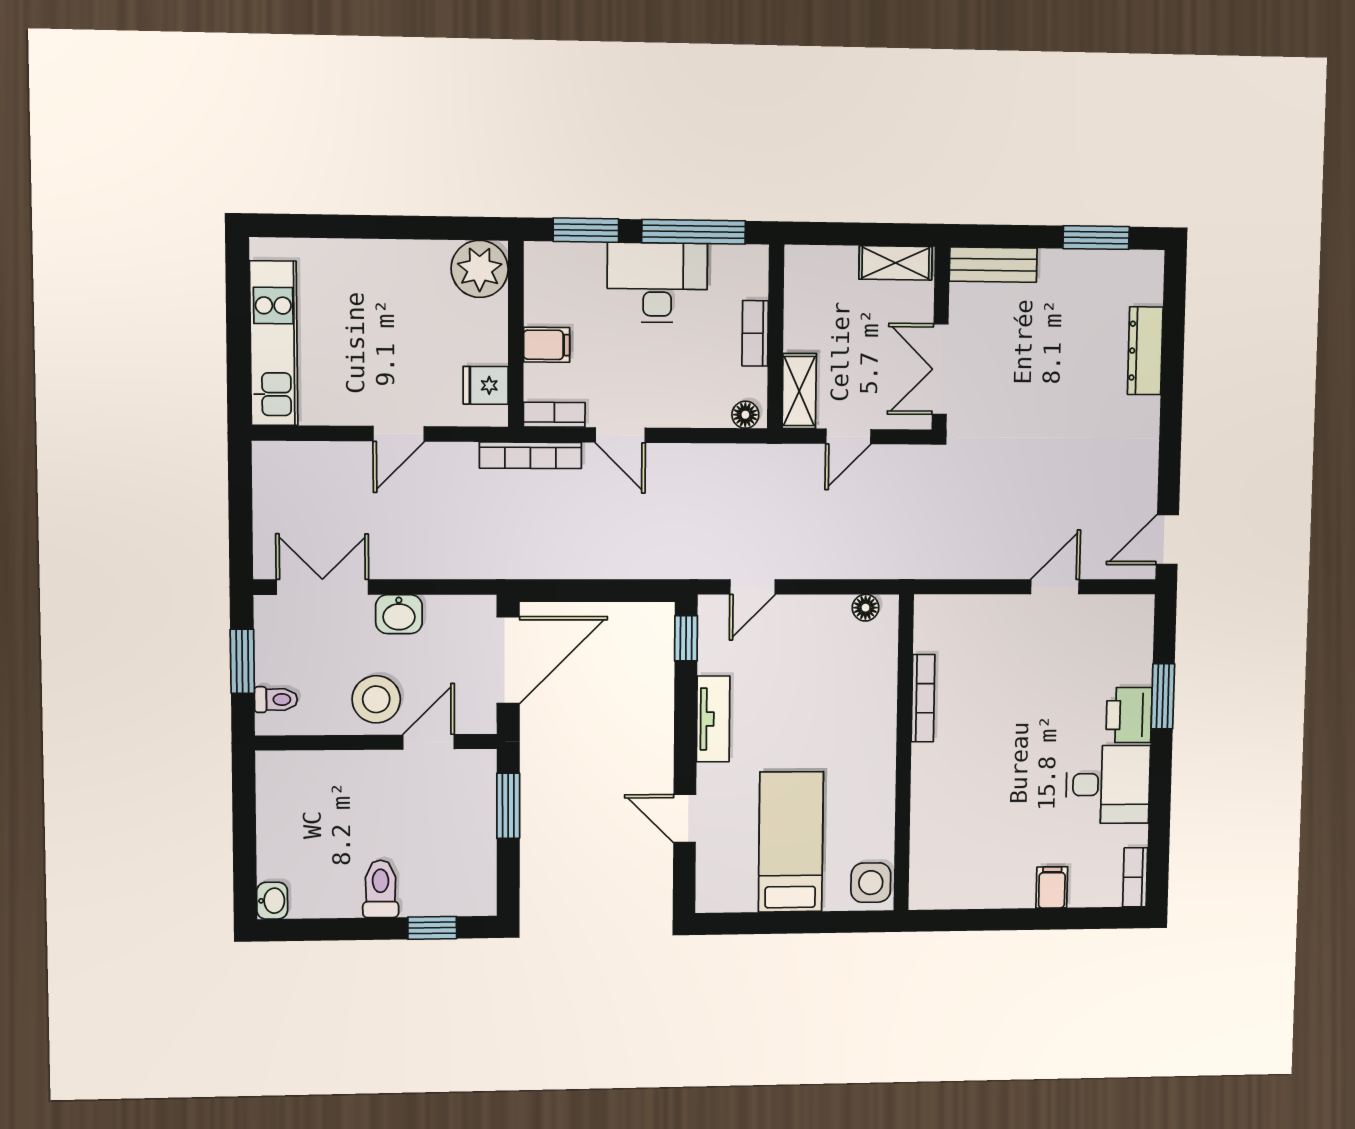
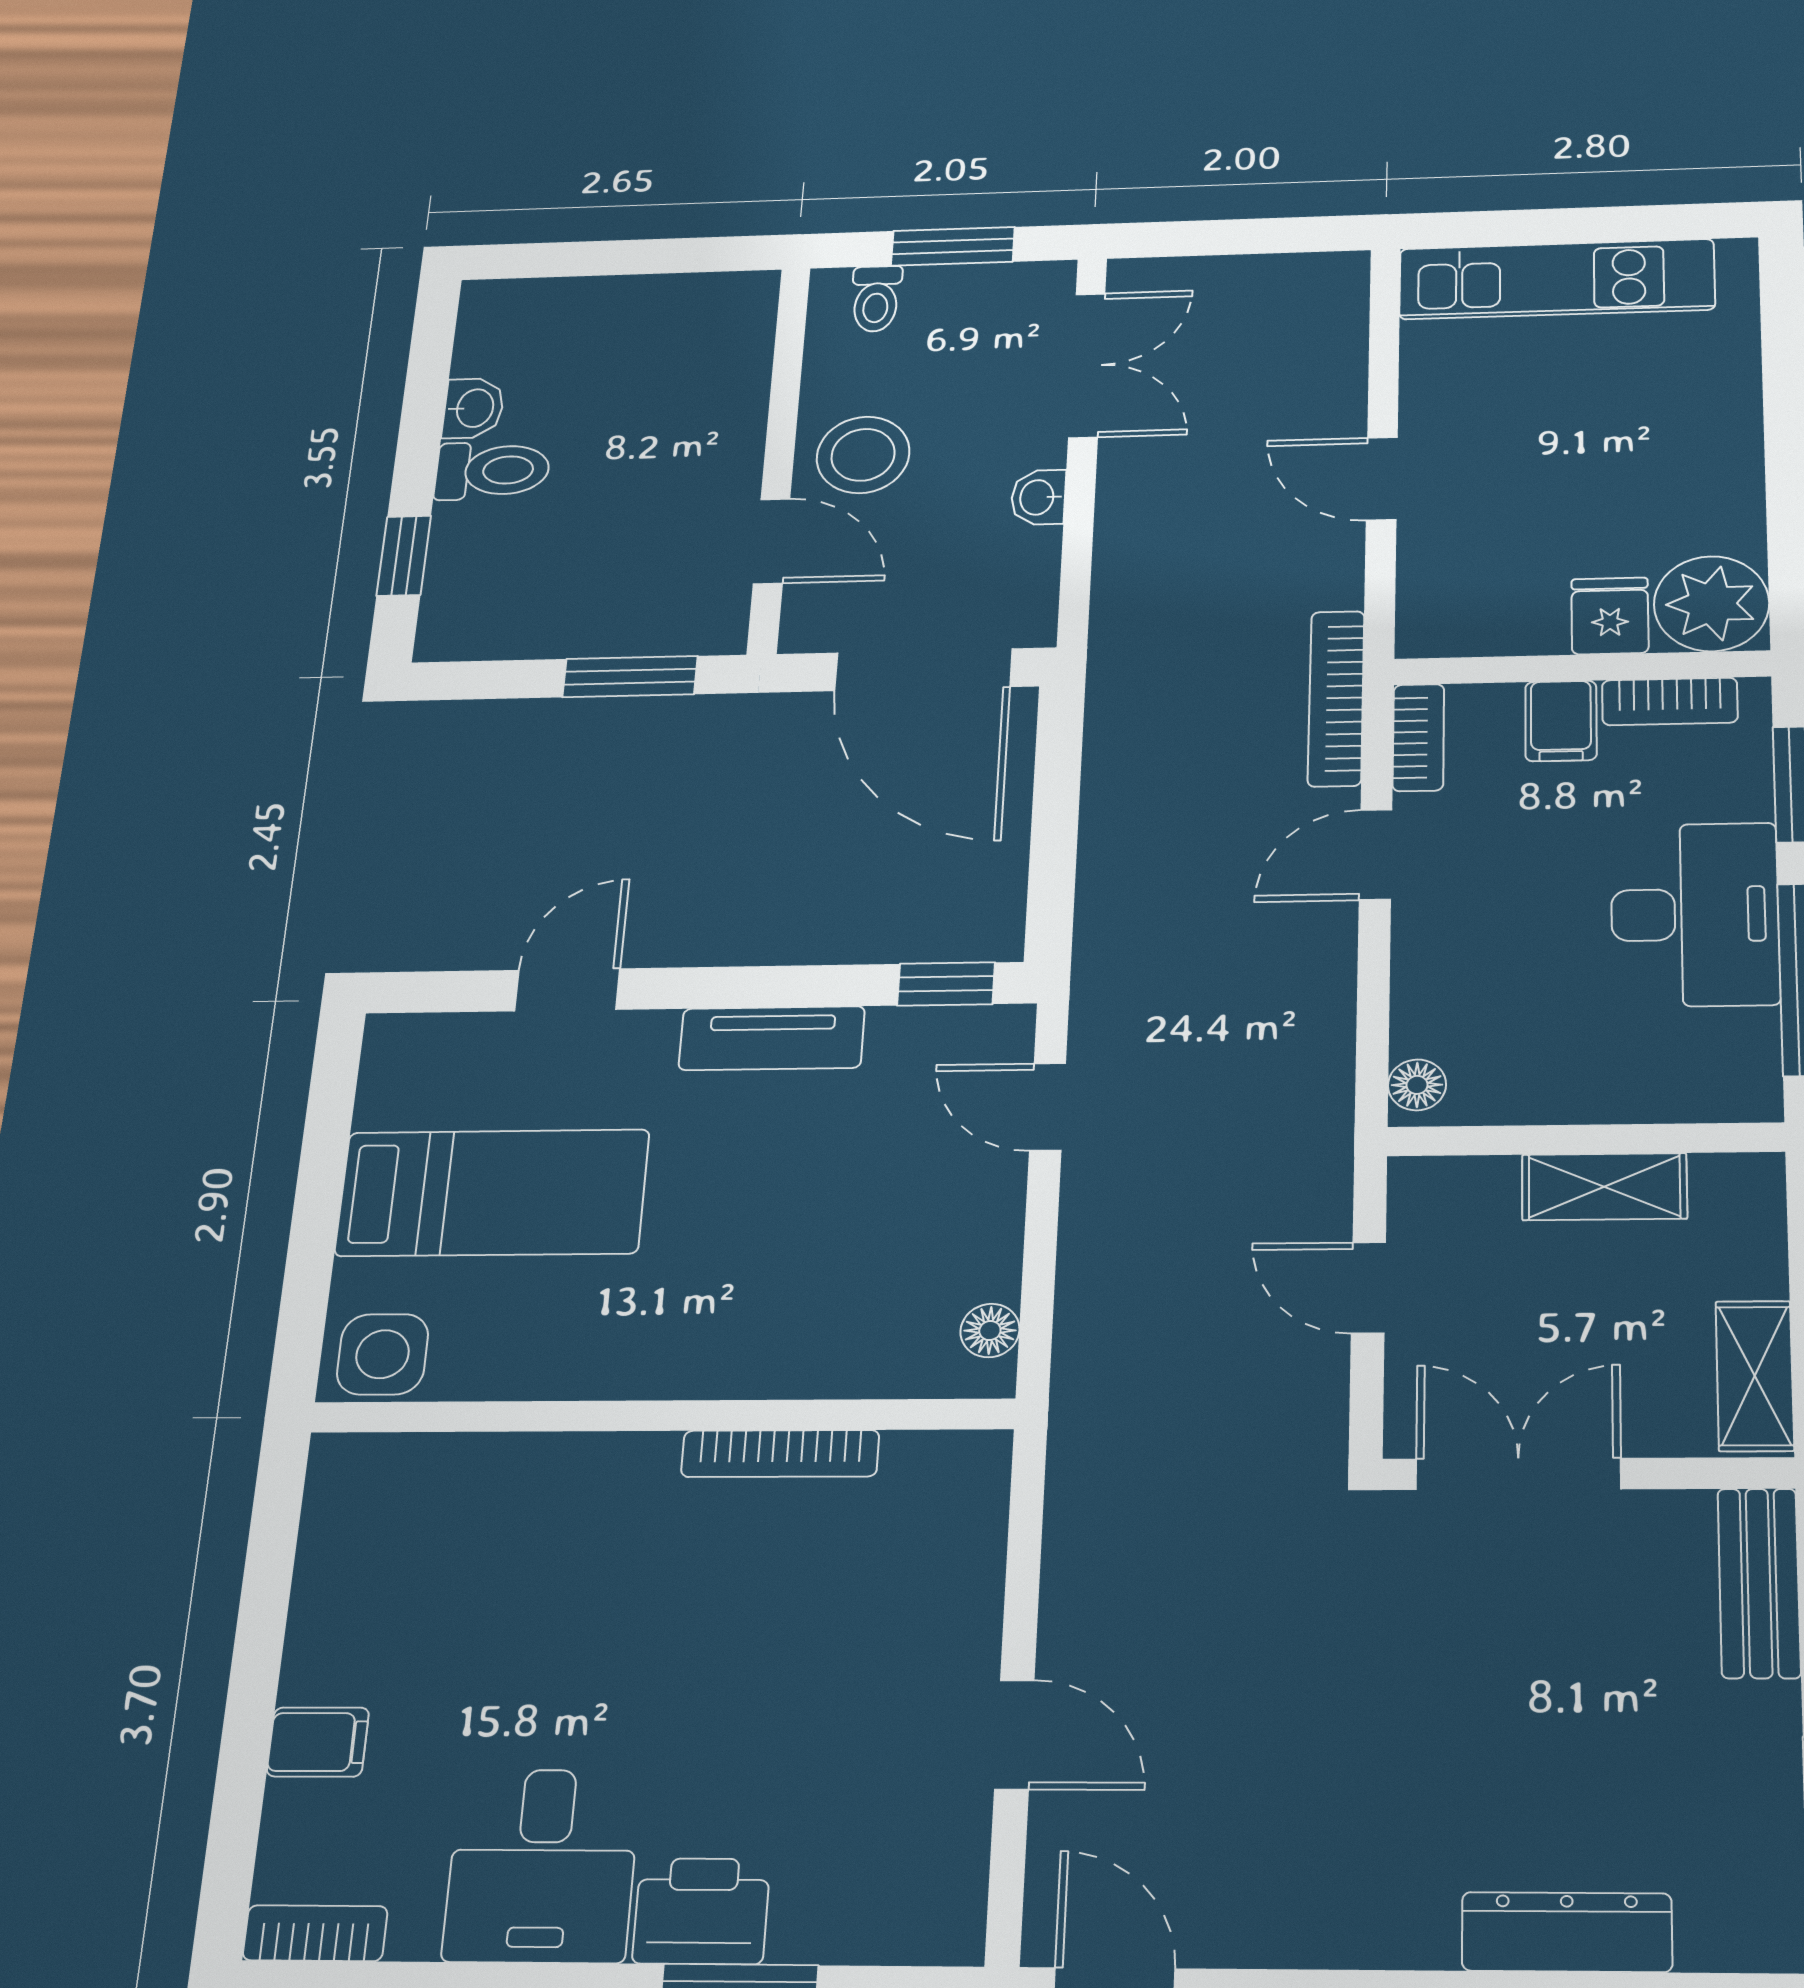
bookcase: (755, 333) -> (1670, 701), moved, turned 180
fridge: (486, 385) -> (1610, 616), moved
shelving: (799, 391) -> (1604, 1187), moved
washbasin: (399, 614) -> (1038, 497), width x0.72, depth x0.69
washbasin: (272, 901) -> (473, 408), moved, turned -90

